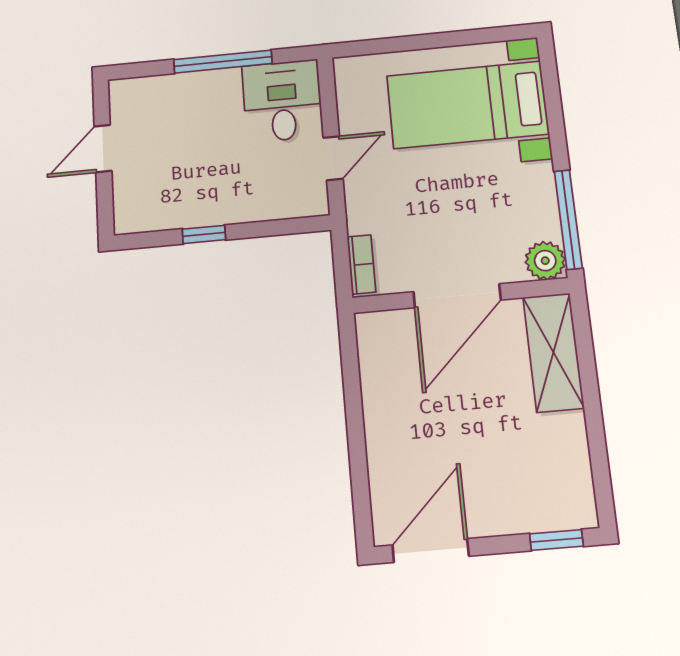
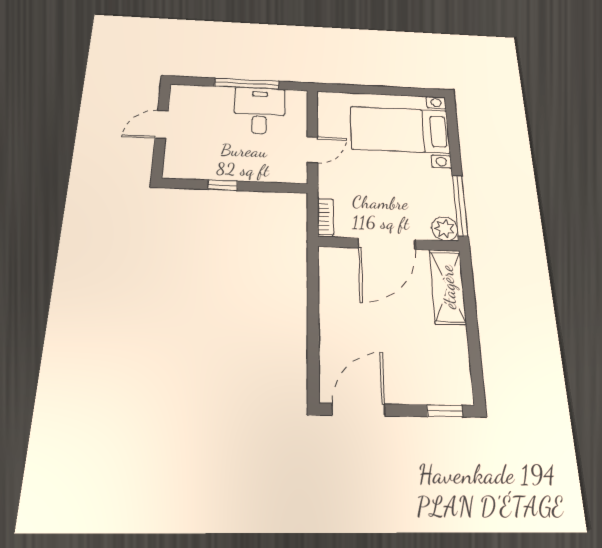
desk: (282, 101) -> (260, 111), moved

